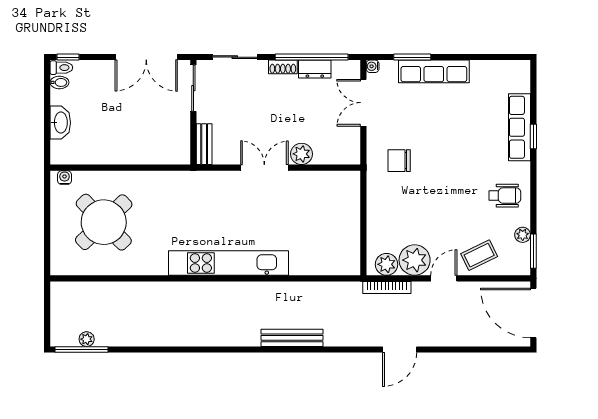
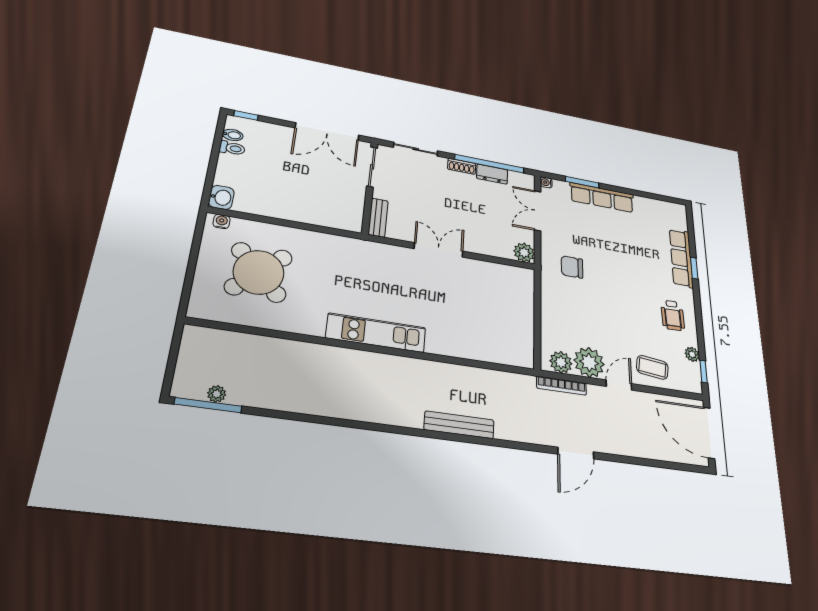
toilet: (61, 68) -> (232, 148), moved
washbasin: (60, 123) -> (221, 197), moved, width x0.72
plant: (301, 154) -> (524, 252), moved
wheelchair: (505, 196) -> (673, 315), turned 88
window: (533, 251) -> (704, 371), width x0.67
coffee table: (479, 255) -> (652, 367), turned 33
kitchen unit: (228, 263) -> (376, 333), width x0.73

